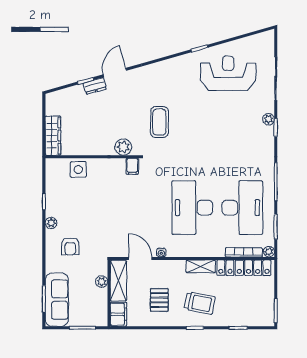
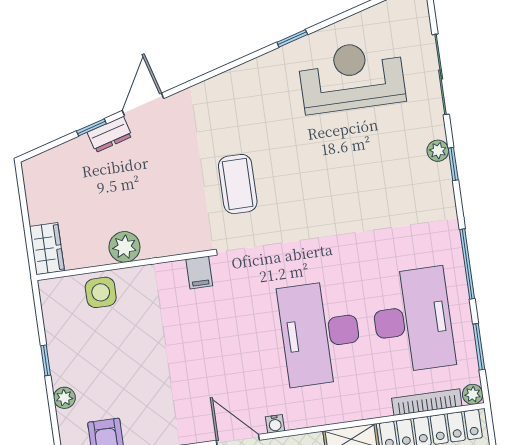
wardrobe: (53, 136) -> (47, 249), width x0.67
plant: (123, 147) -> (124, 247), moved

